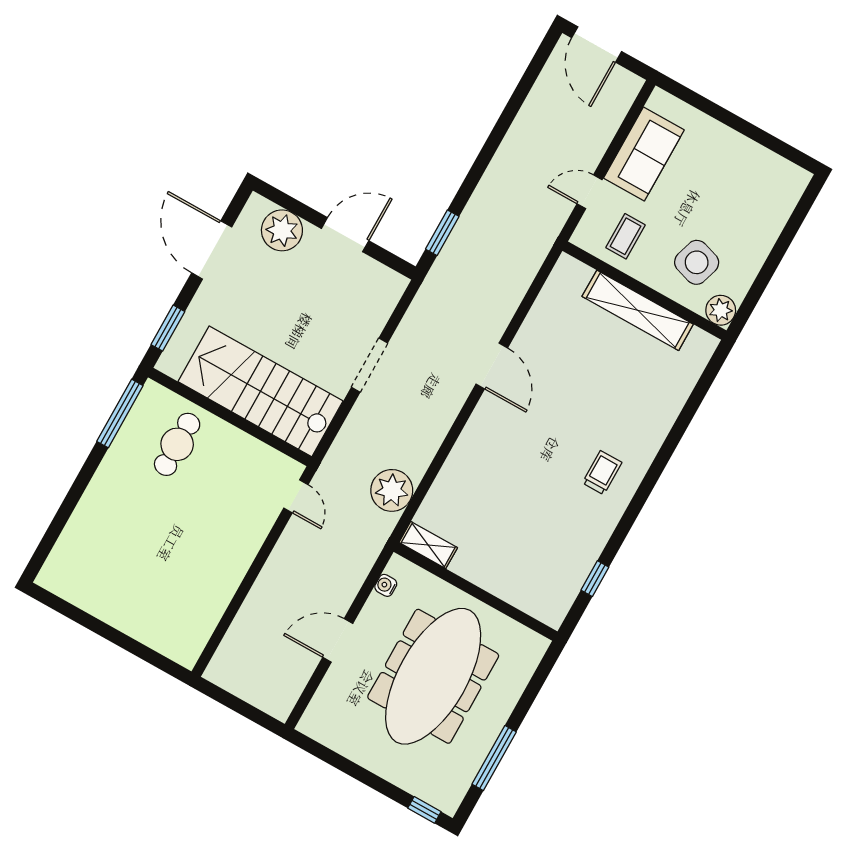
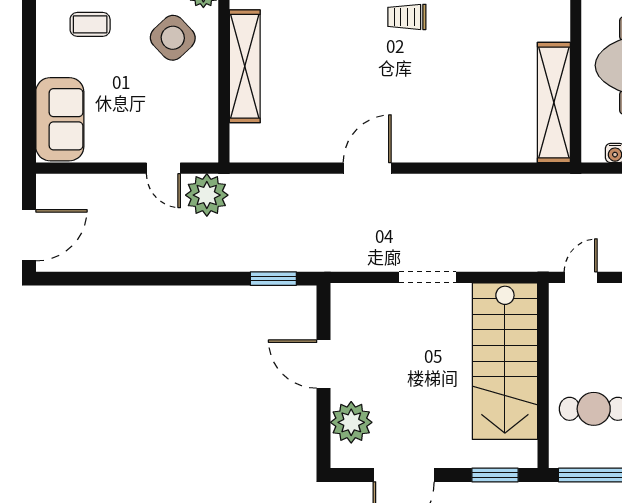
sofa: (644, 154) -> (60, 119), moved, turned 90
coffee table: (626, 236) -> (90, 24), moved
side table: (697, 262) -> (173, 38), turned 30
plant: (392, 490) -> (207, 195), moved
shelving: (428, 545) -> (554, 103), width x2.20, depth x1.33

